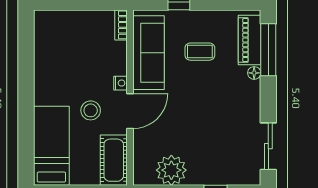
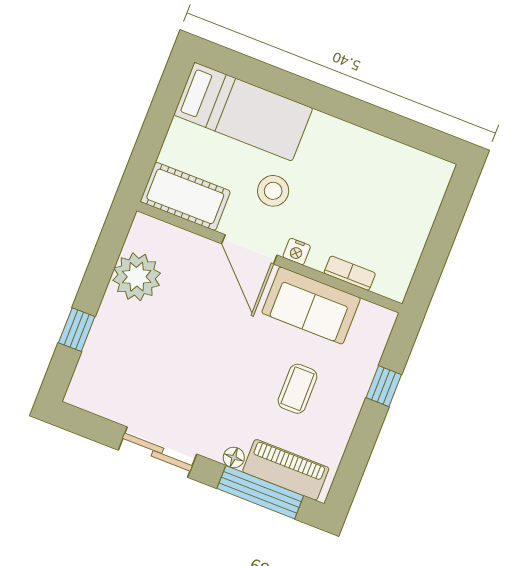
bookcase: (121, 25) -> (350, 273), moved
sofa: (149, 53) -> (311, 305), width x0.73
sliding door: (268, 146) -> (157, 452), moved

